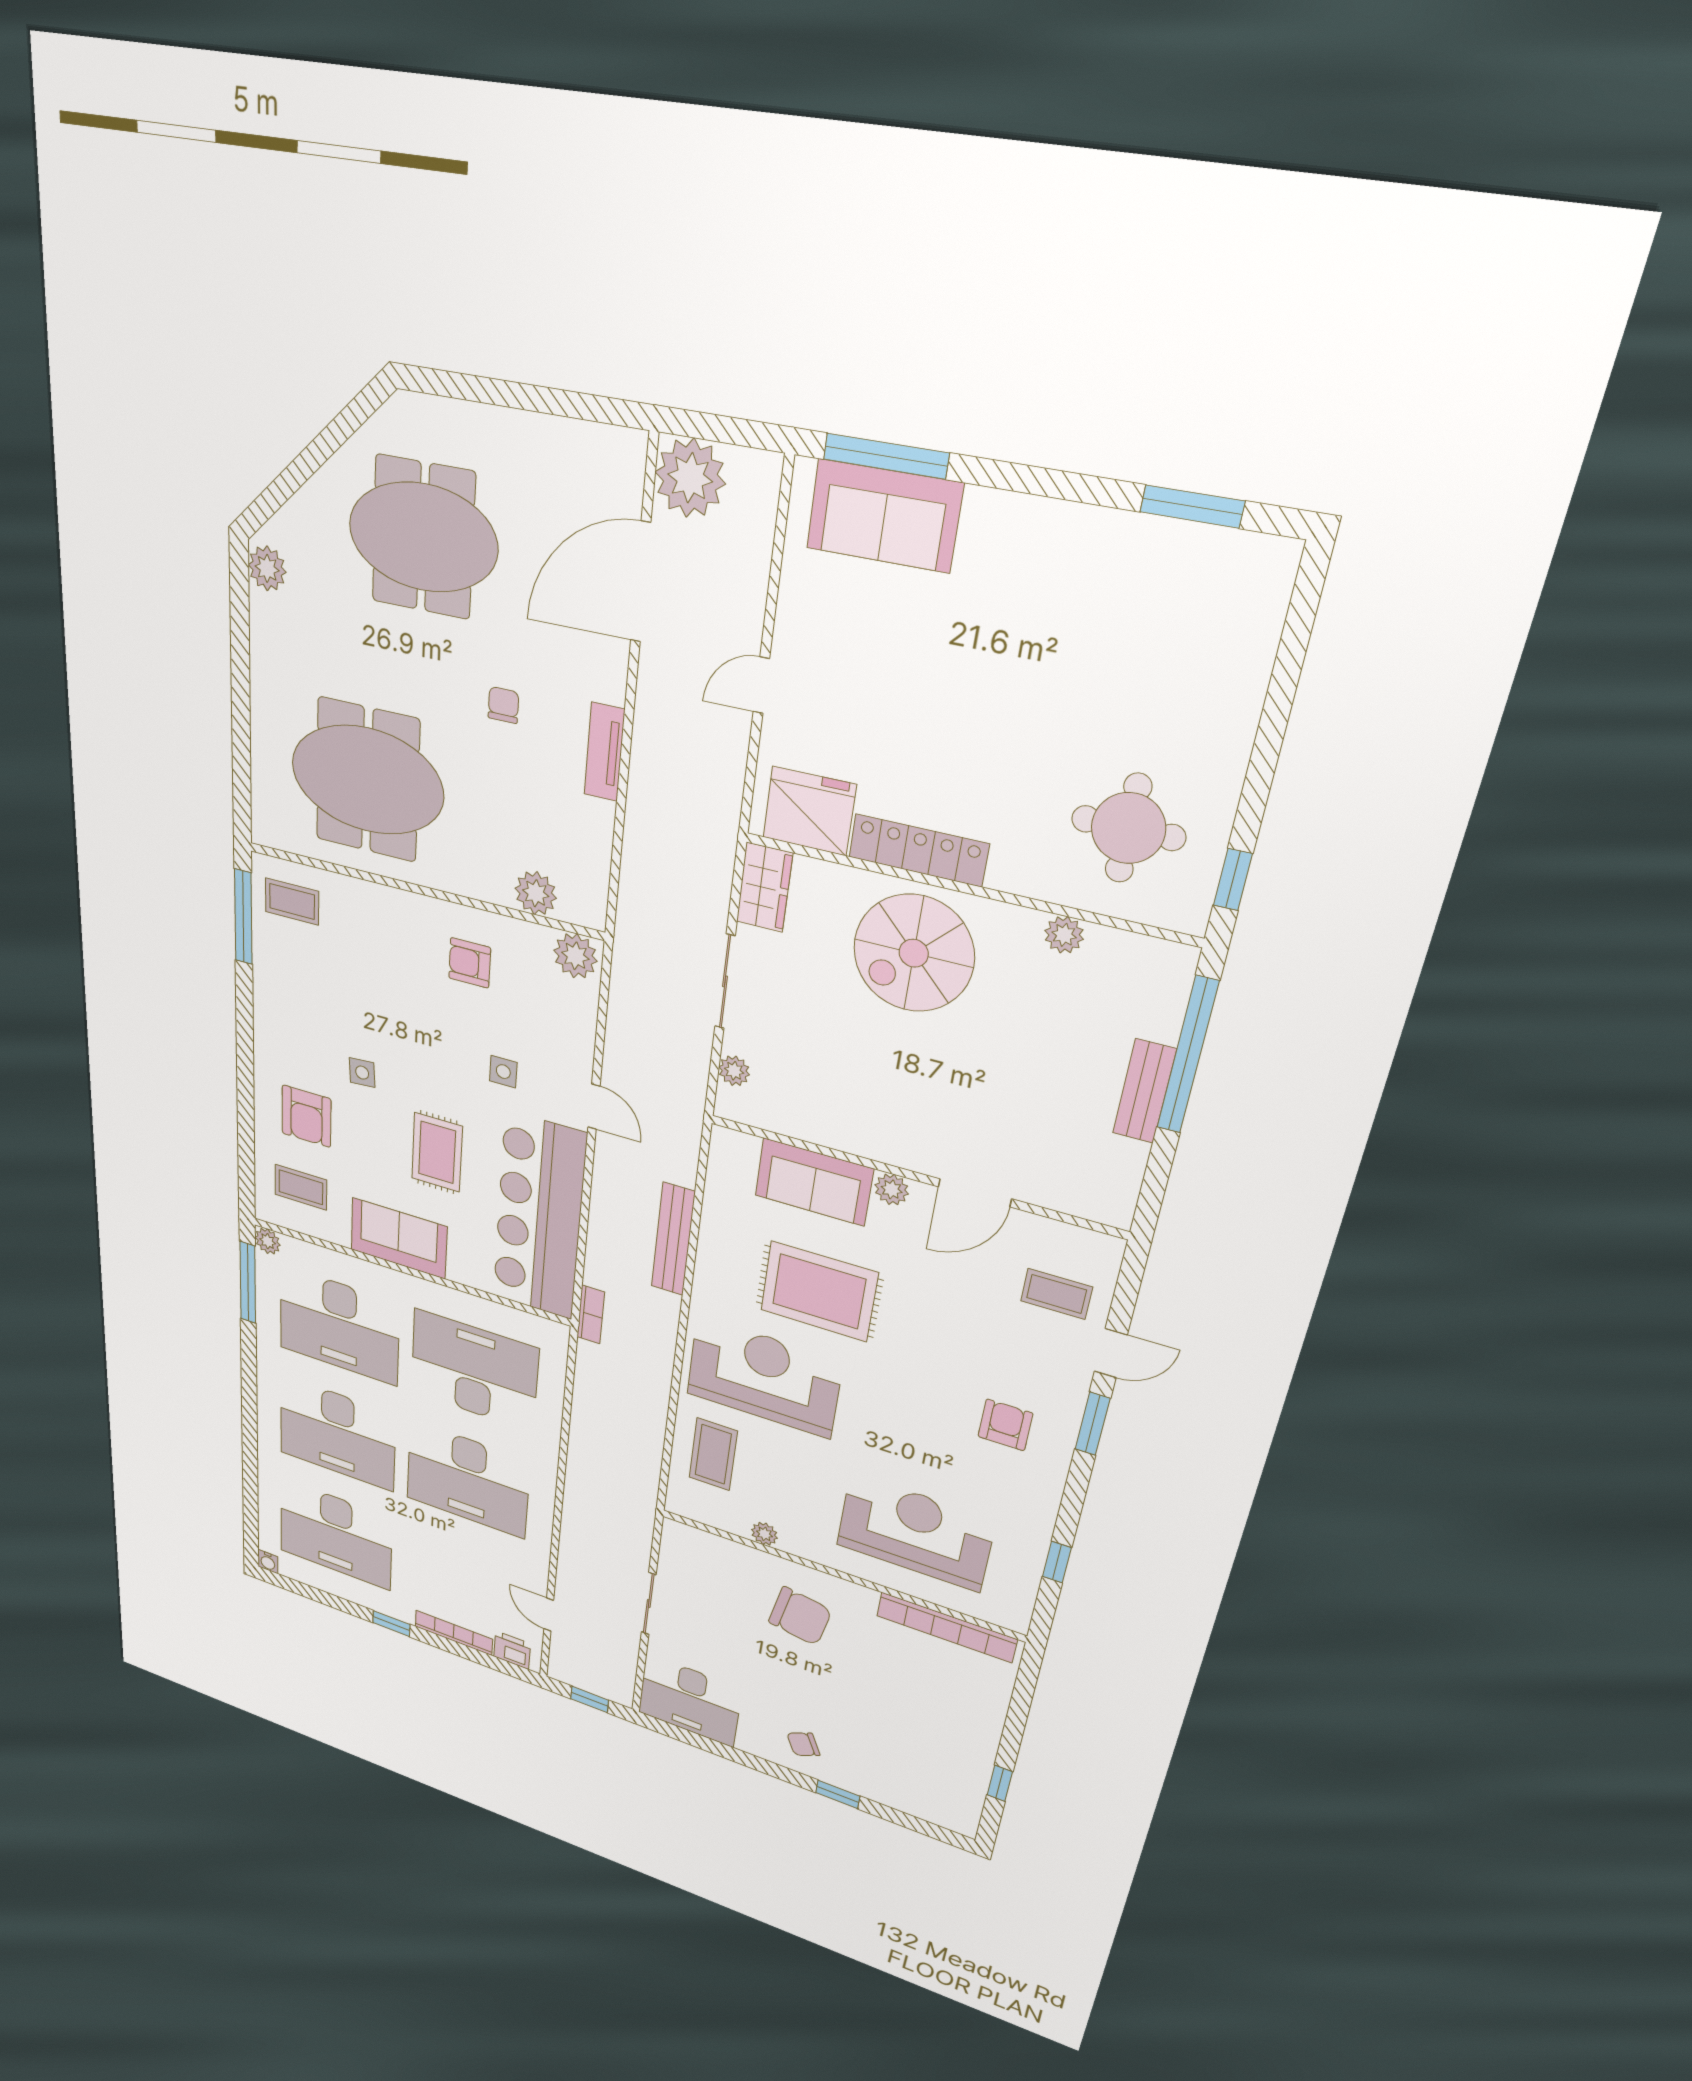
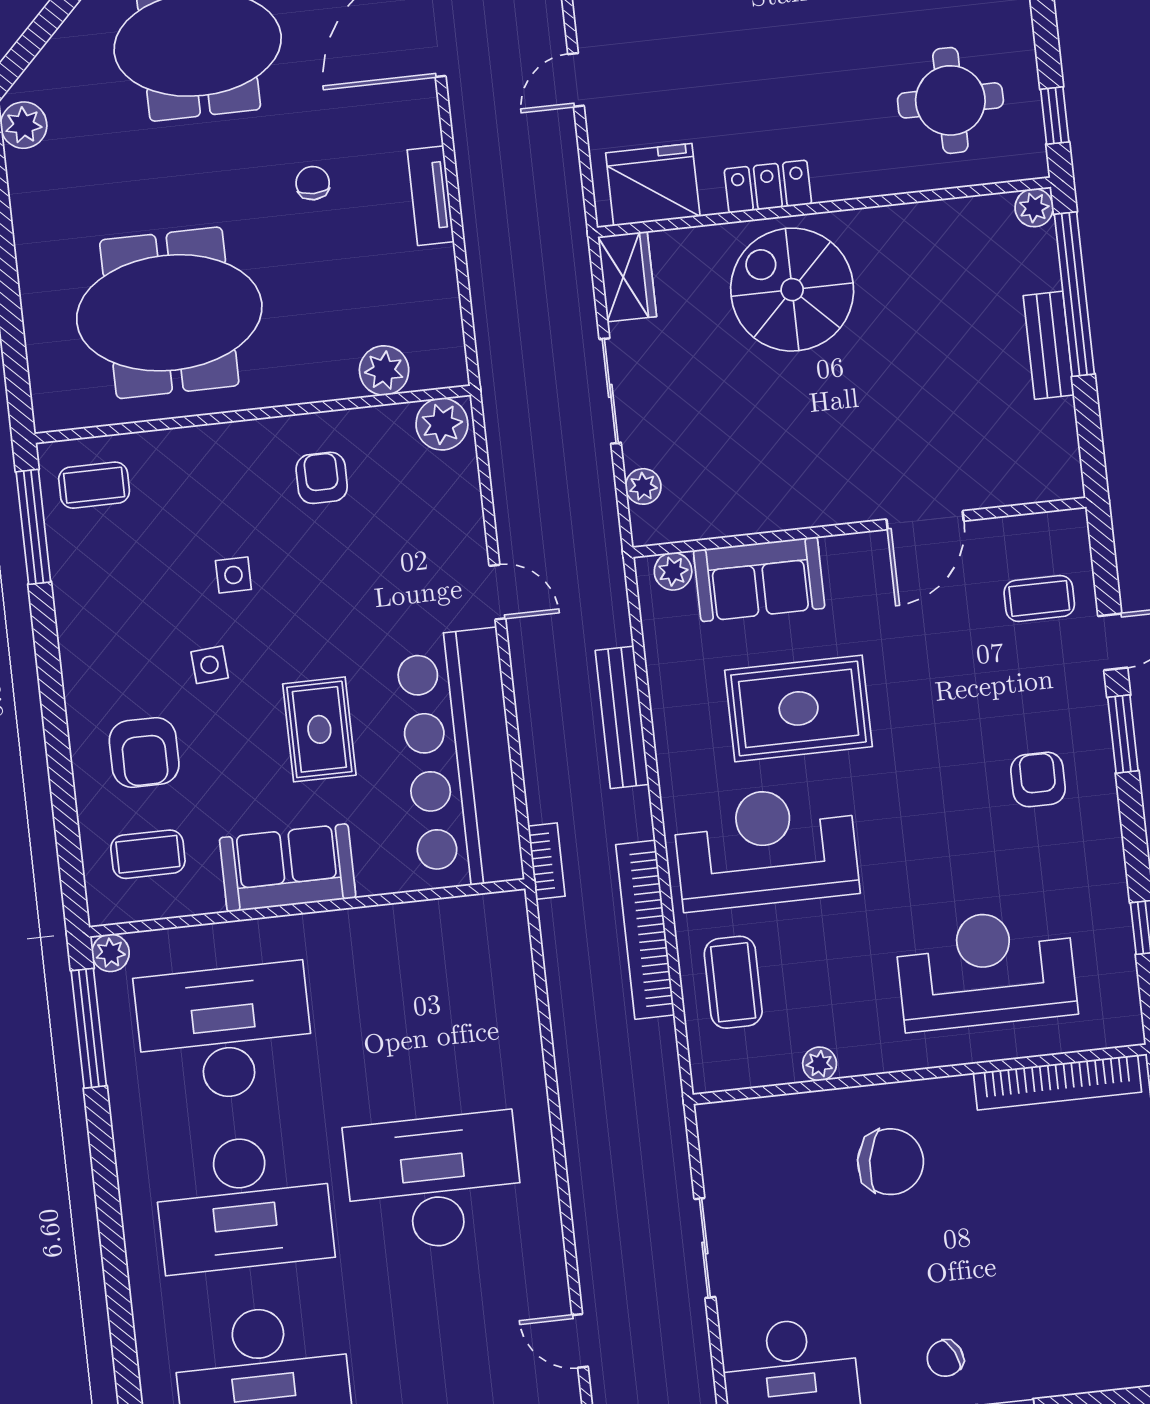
locker: (918, 850) -> (768, 187), width x0.66
plant: (1064, 935) -> (1034, 208), moved
spiral stairs: (914, 953) -> (792, 290), turned 90
armchair: (470, 963) -> (322, 478), turned 90
side table: (503, 1072) -> (233, 575), moved
plant: (892, 1189) -> (673, 571), moved
desk: (339, 1325) -> (225, 1033), turned 180
desk: (474, 1370) -> (415, 1012), removed
bookcase: (655, 1392) -> (645, 930), added
desk: (468, 1479) -> (434, 1182), turned 180

